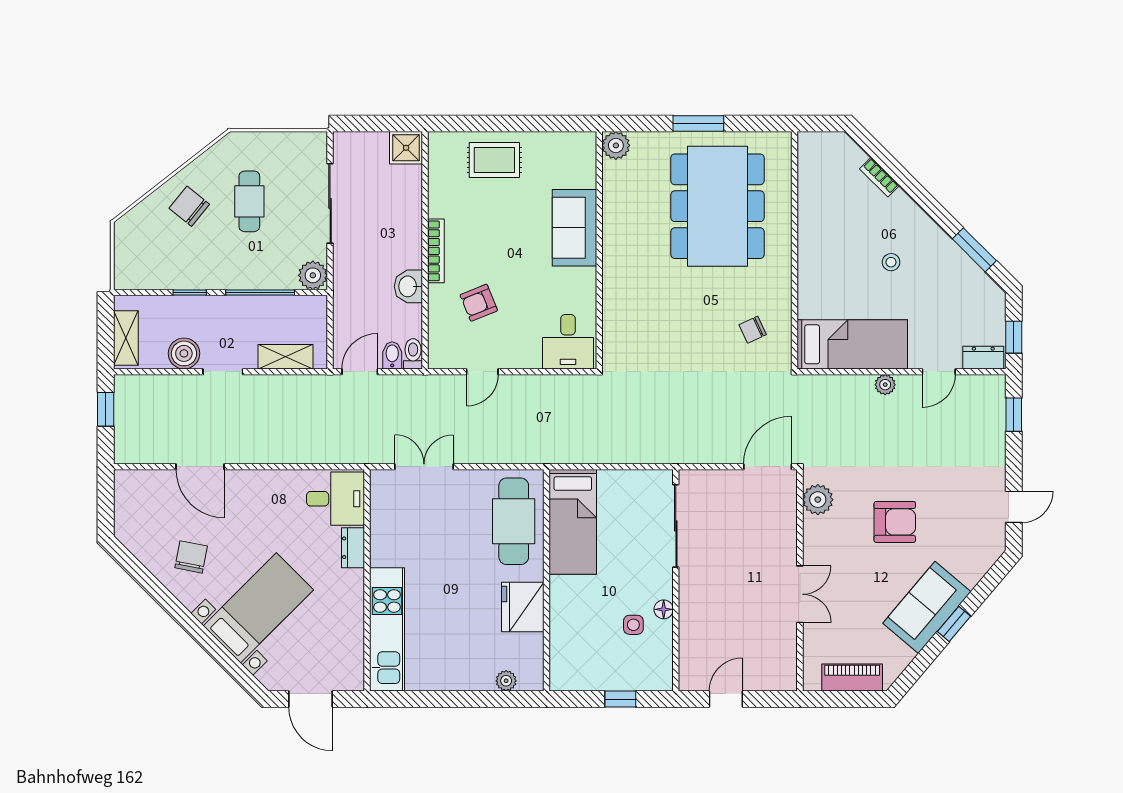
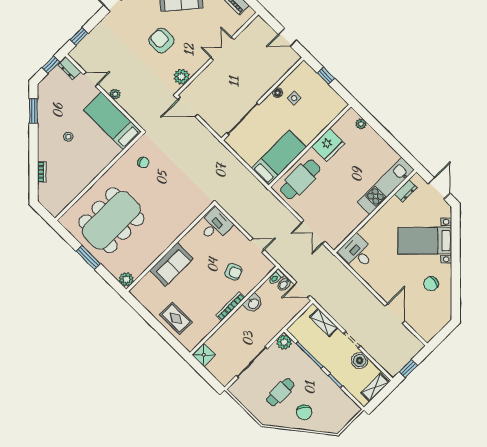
dresser: (353, 548) -> (406, 191), moved

